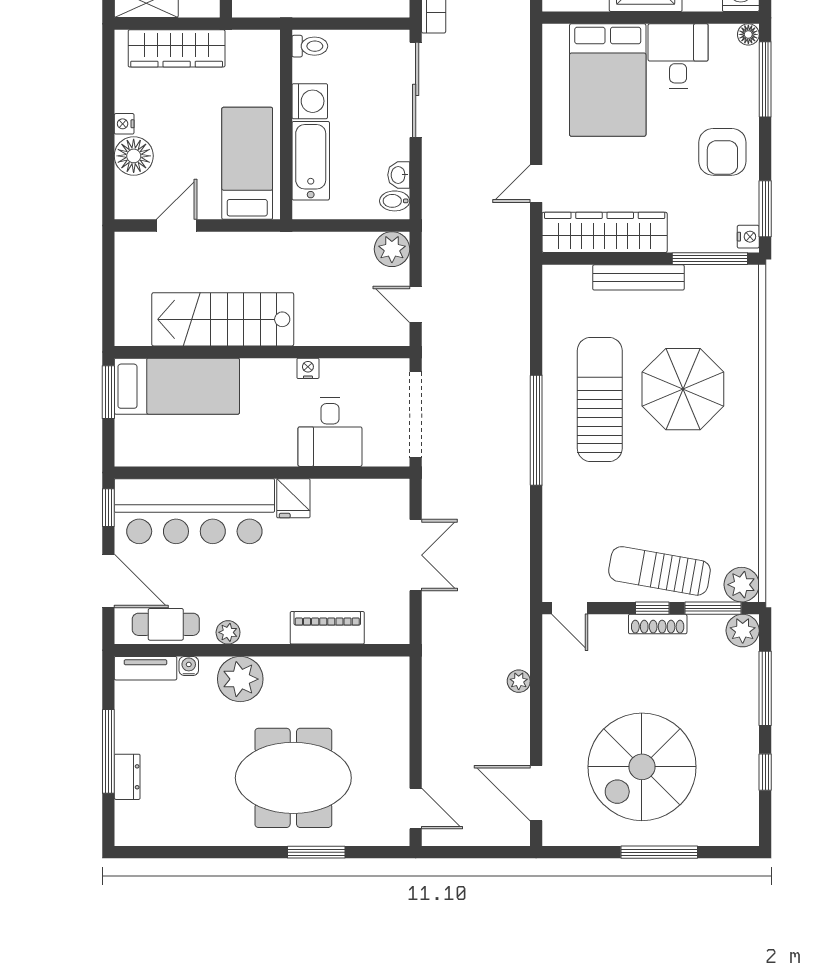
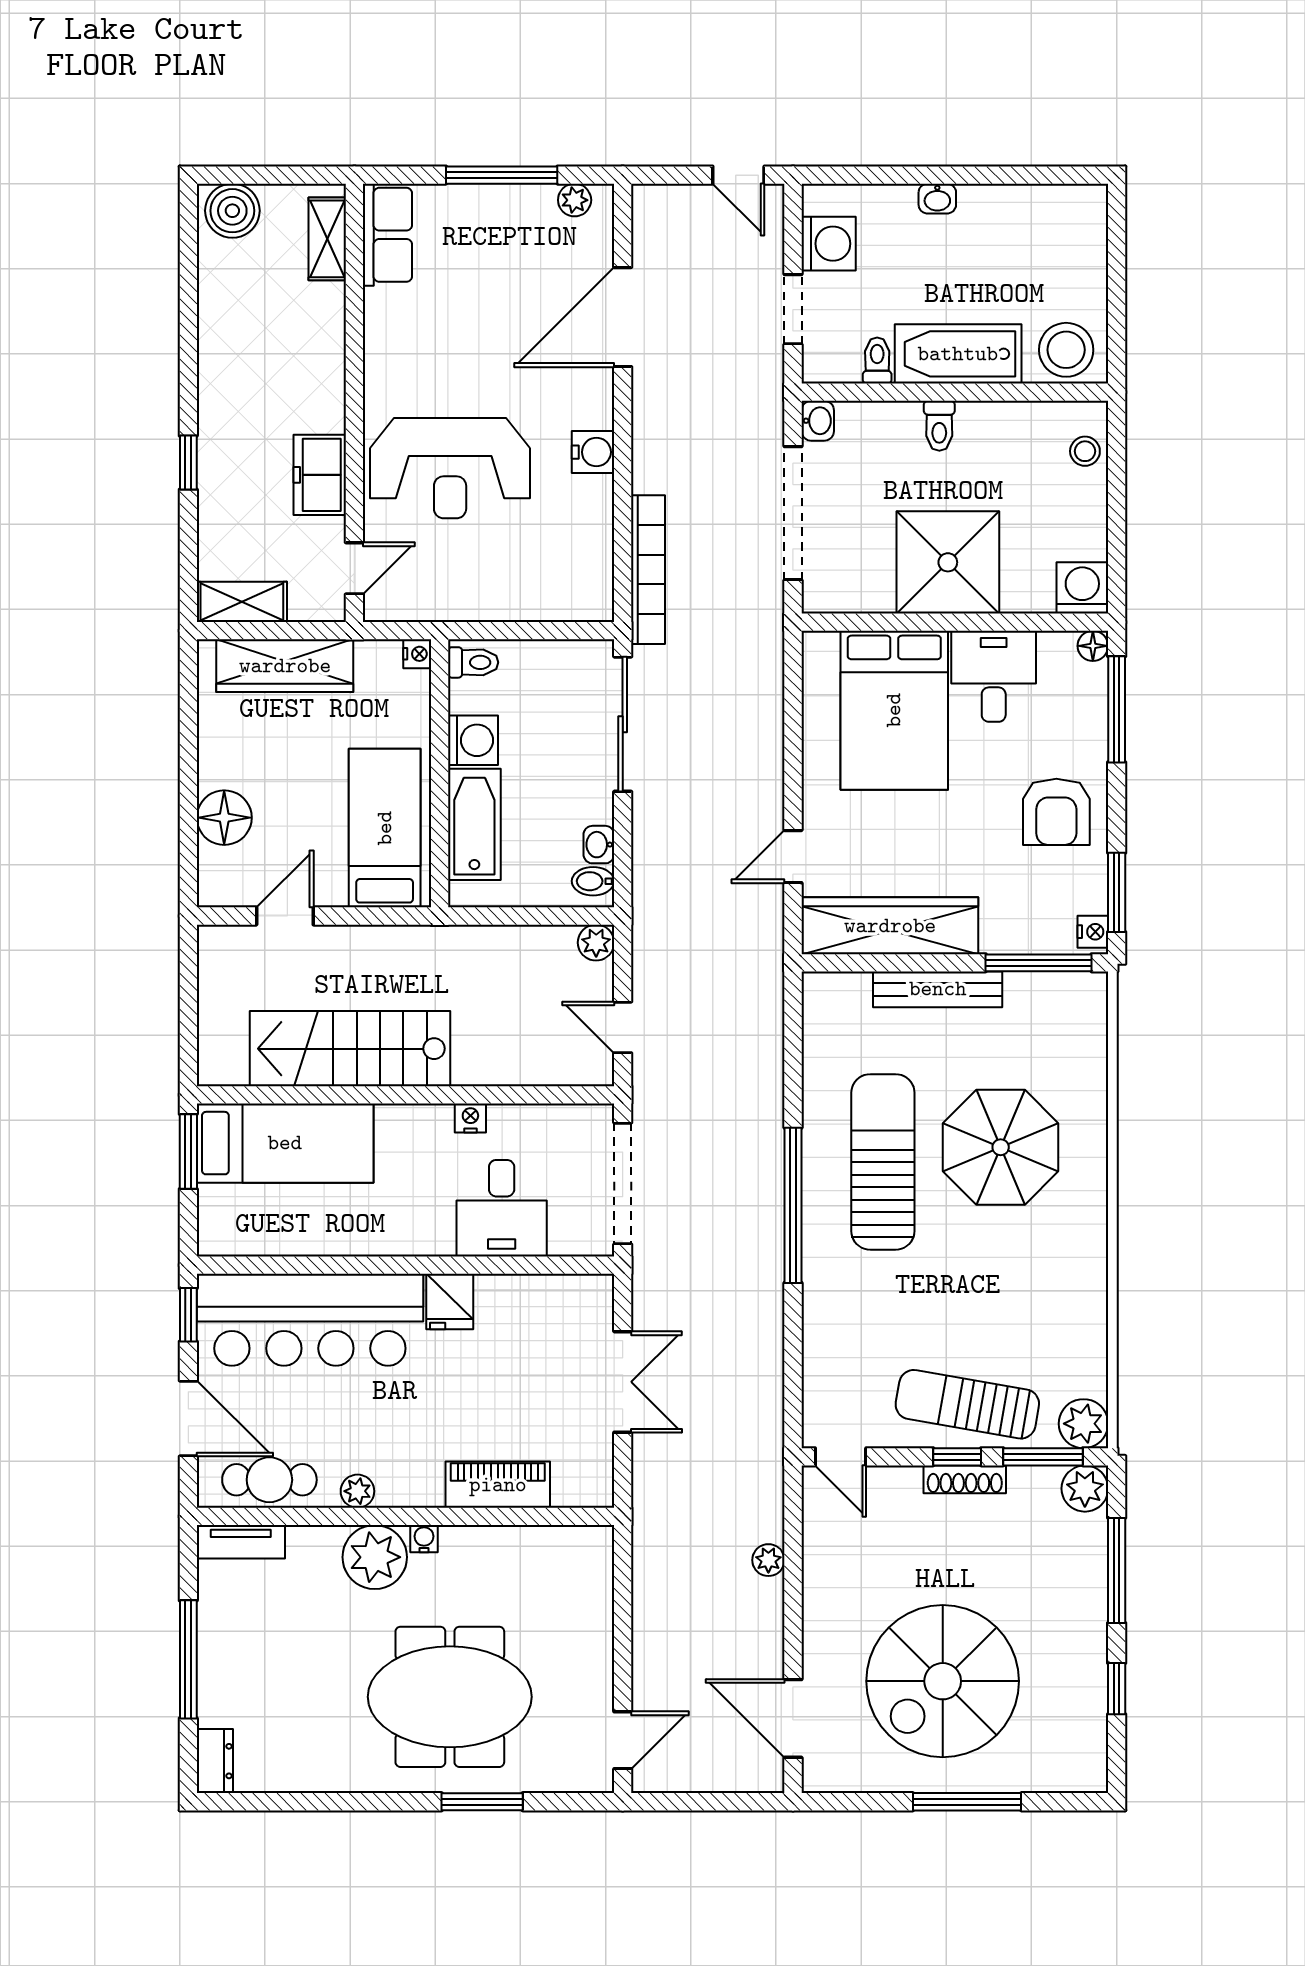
nightstand: (124, 124) -> (417, 654), moved, turned 180
plant: (392, 249) -> (596, 943), width x0.73, depth x0.73
water cooler: (189, 666) -> (424, 1539), moved
dresser: (127, 777) -> (215, 1761), moved
door: (416, 809) -> (623, 1740), hinge flipped

